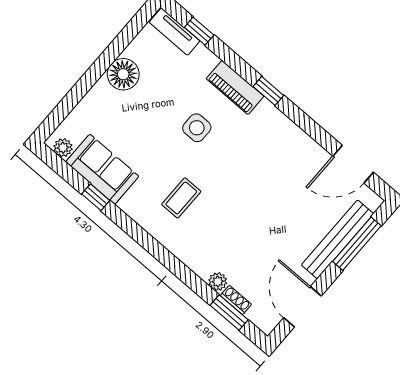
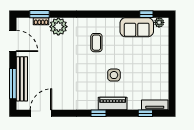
floor lamp: (123, 74) -> (160, 71), removed
window: (96, 197) -> (146, 14), moved
plant: (218, 282) -> (58, 27), width x1.87, depth x1.87

